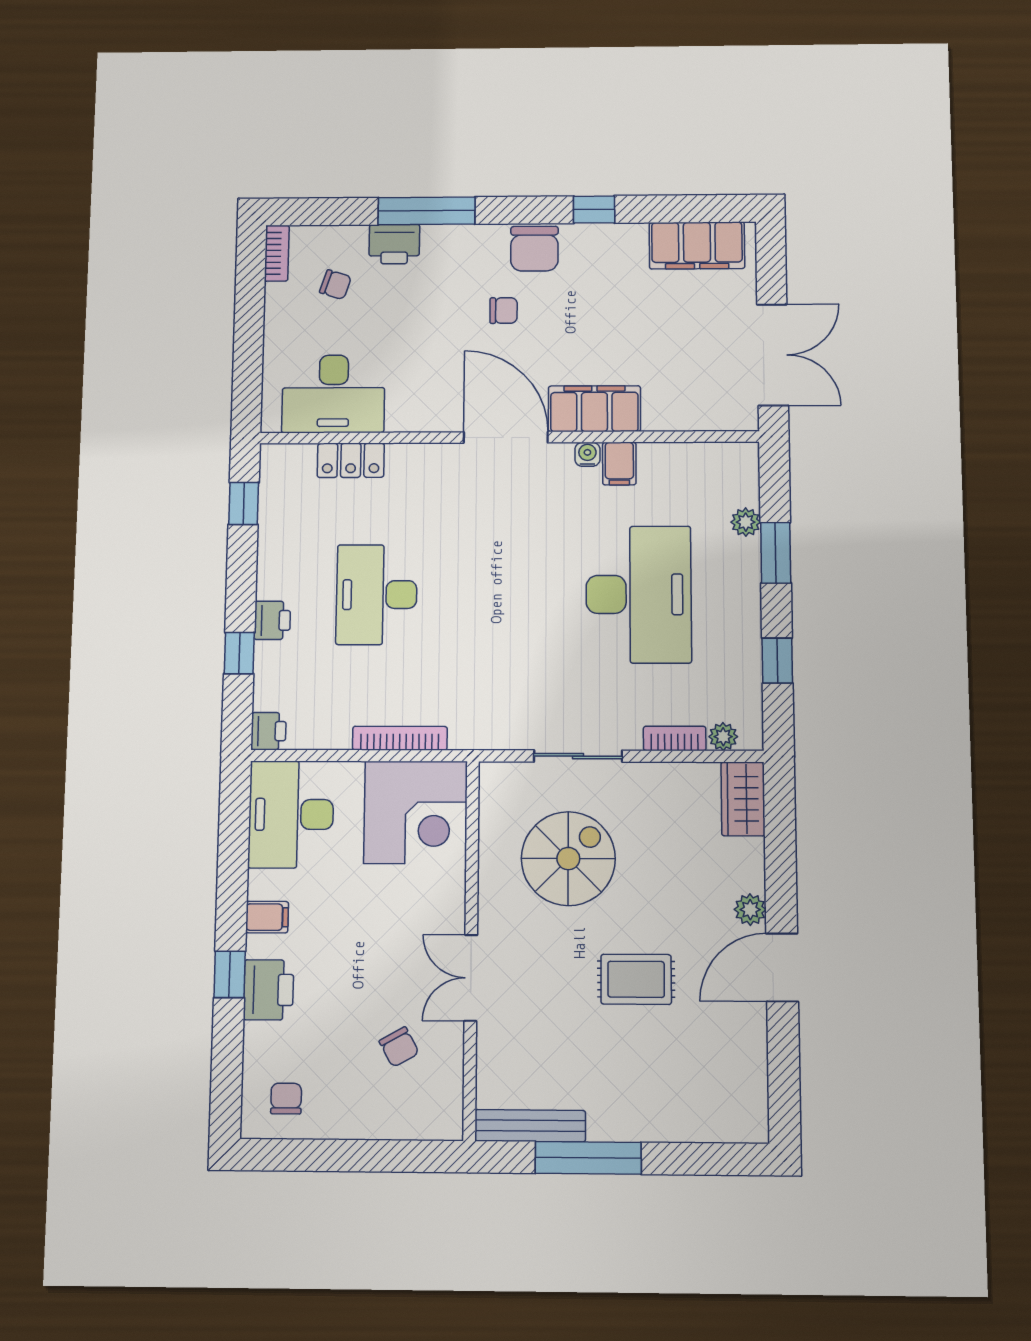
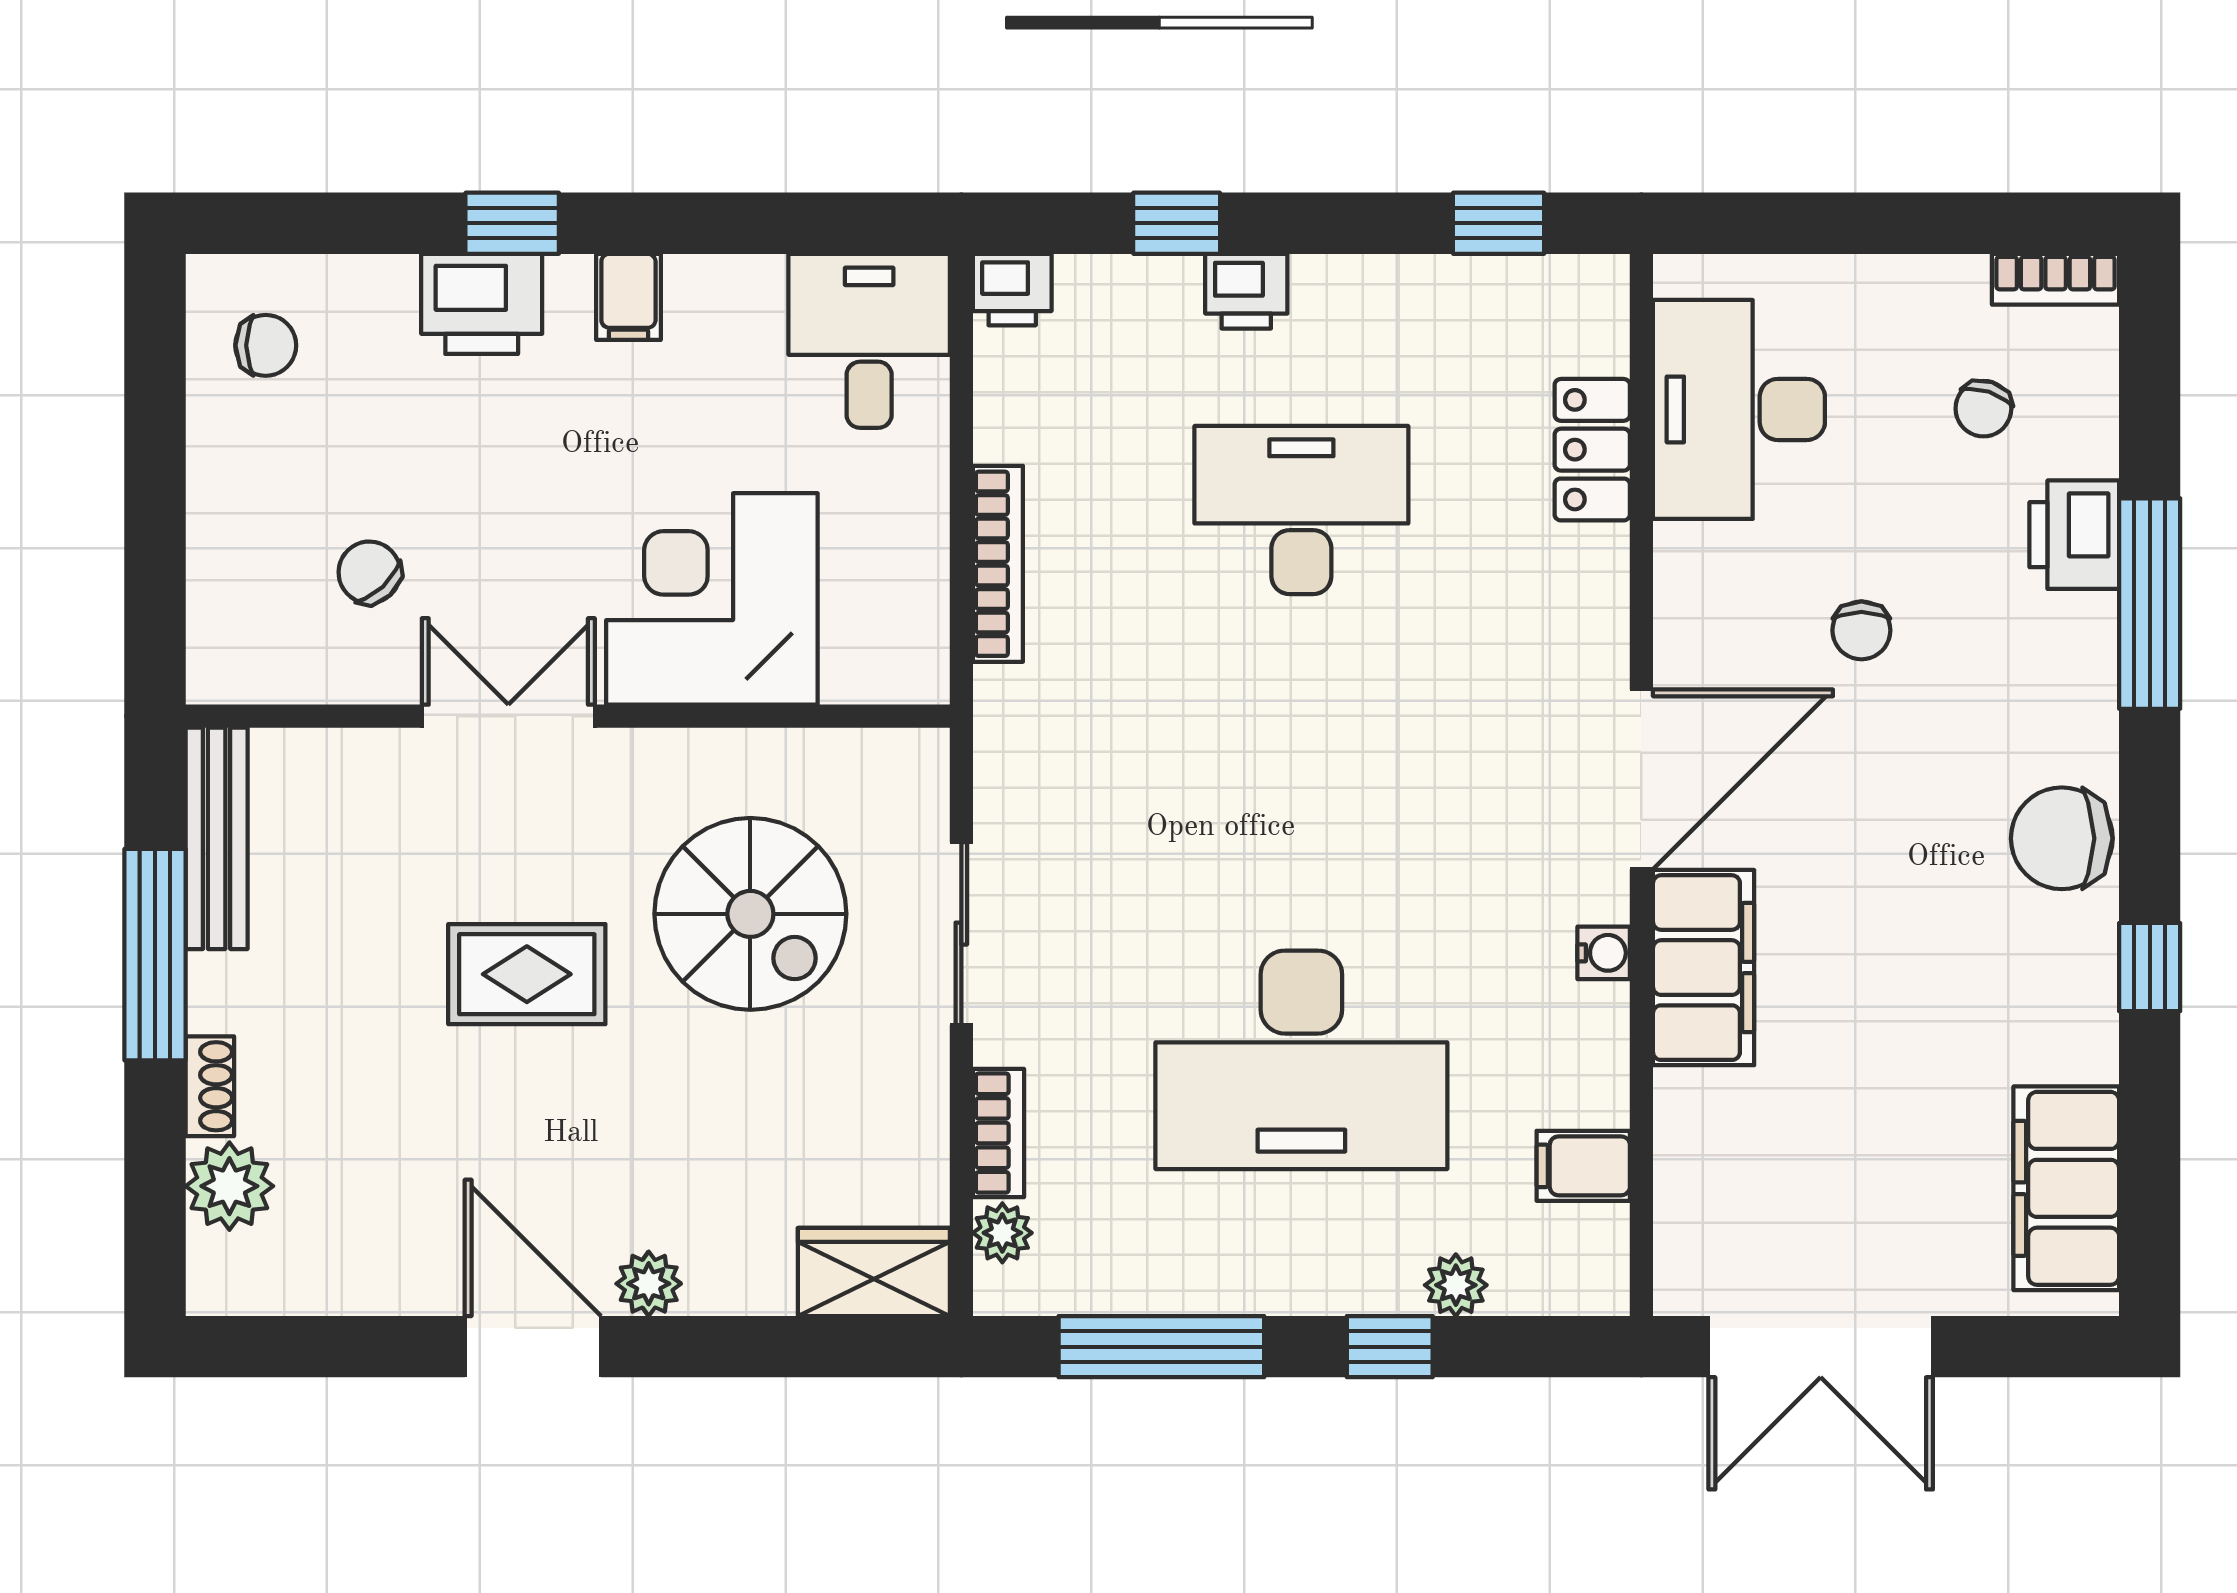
chair: (504, 311) -> (1861, 630), moved
filing cabinet: (619, 464) -> (1583, 1166), moved
window: (776, 553) -> (1390, 1347), width x0.67
window: (777, 661) -> (1161, 1347), width x2.17
corner desk: (416, 812) -> (712, 599), moved, turned 90
desk: (291, 814) -> (869, 341), width x0.73
rug: (636, 979) -> (527, 974), moved, turned 90
chair: (399, 1047) -> (369, 572), turned 76
plant: (704, 1121) -> (229, 1186), added
shoe rack: (654, 1130) -> (210, 1086), added

